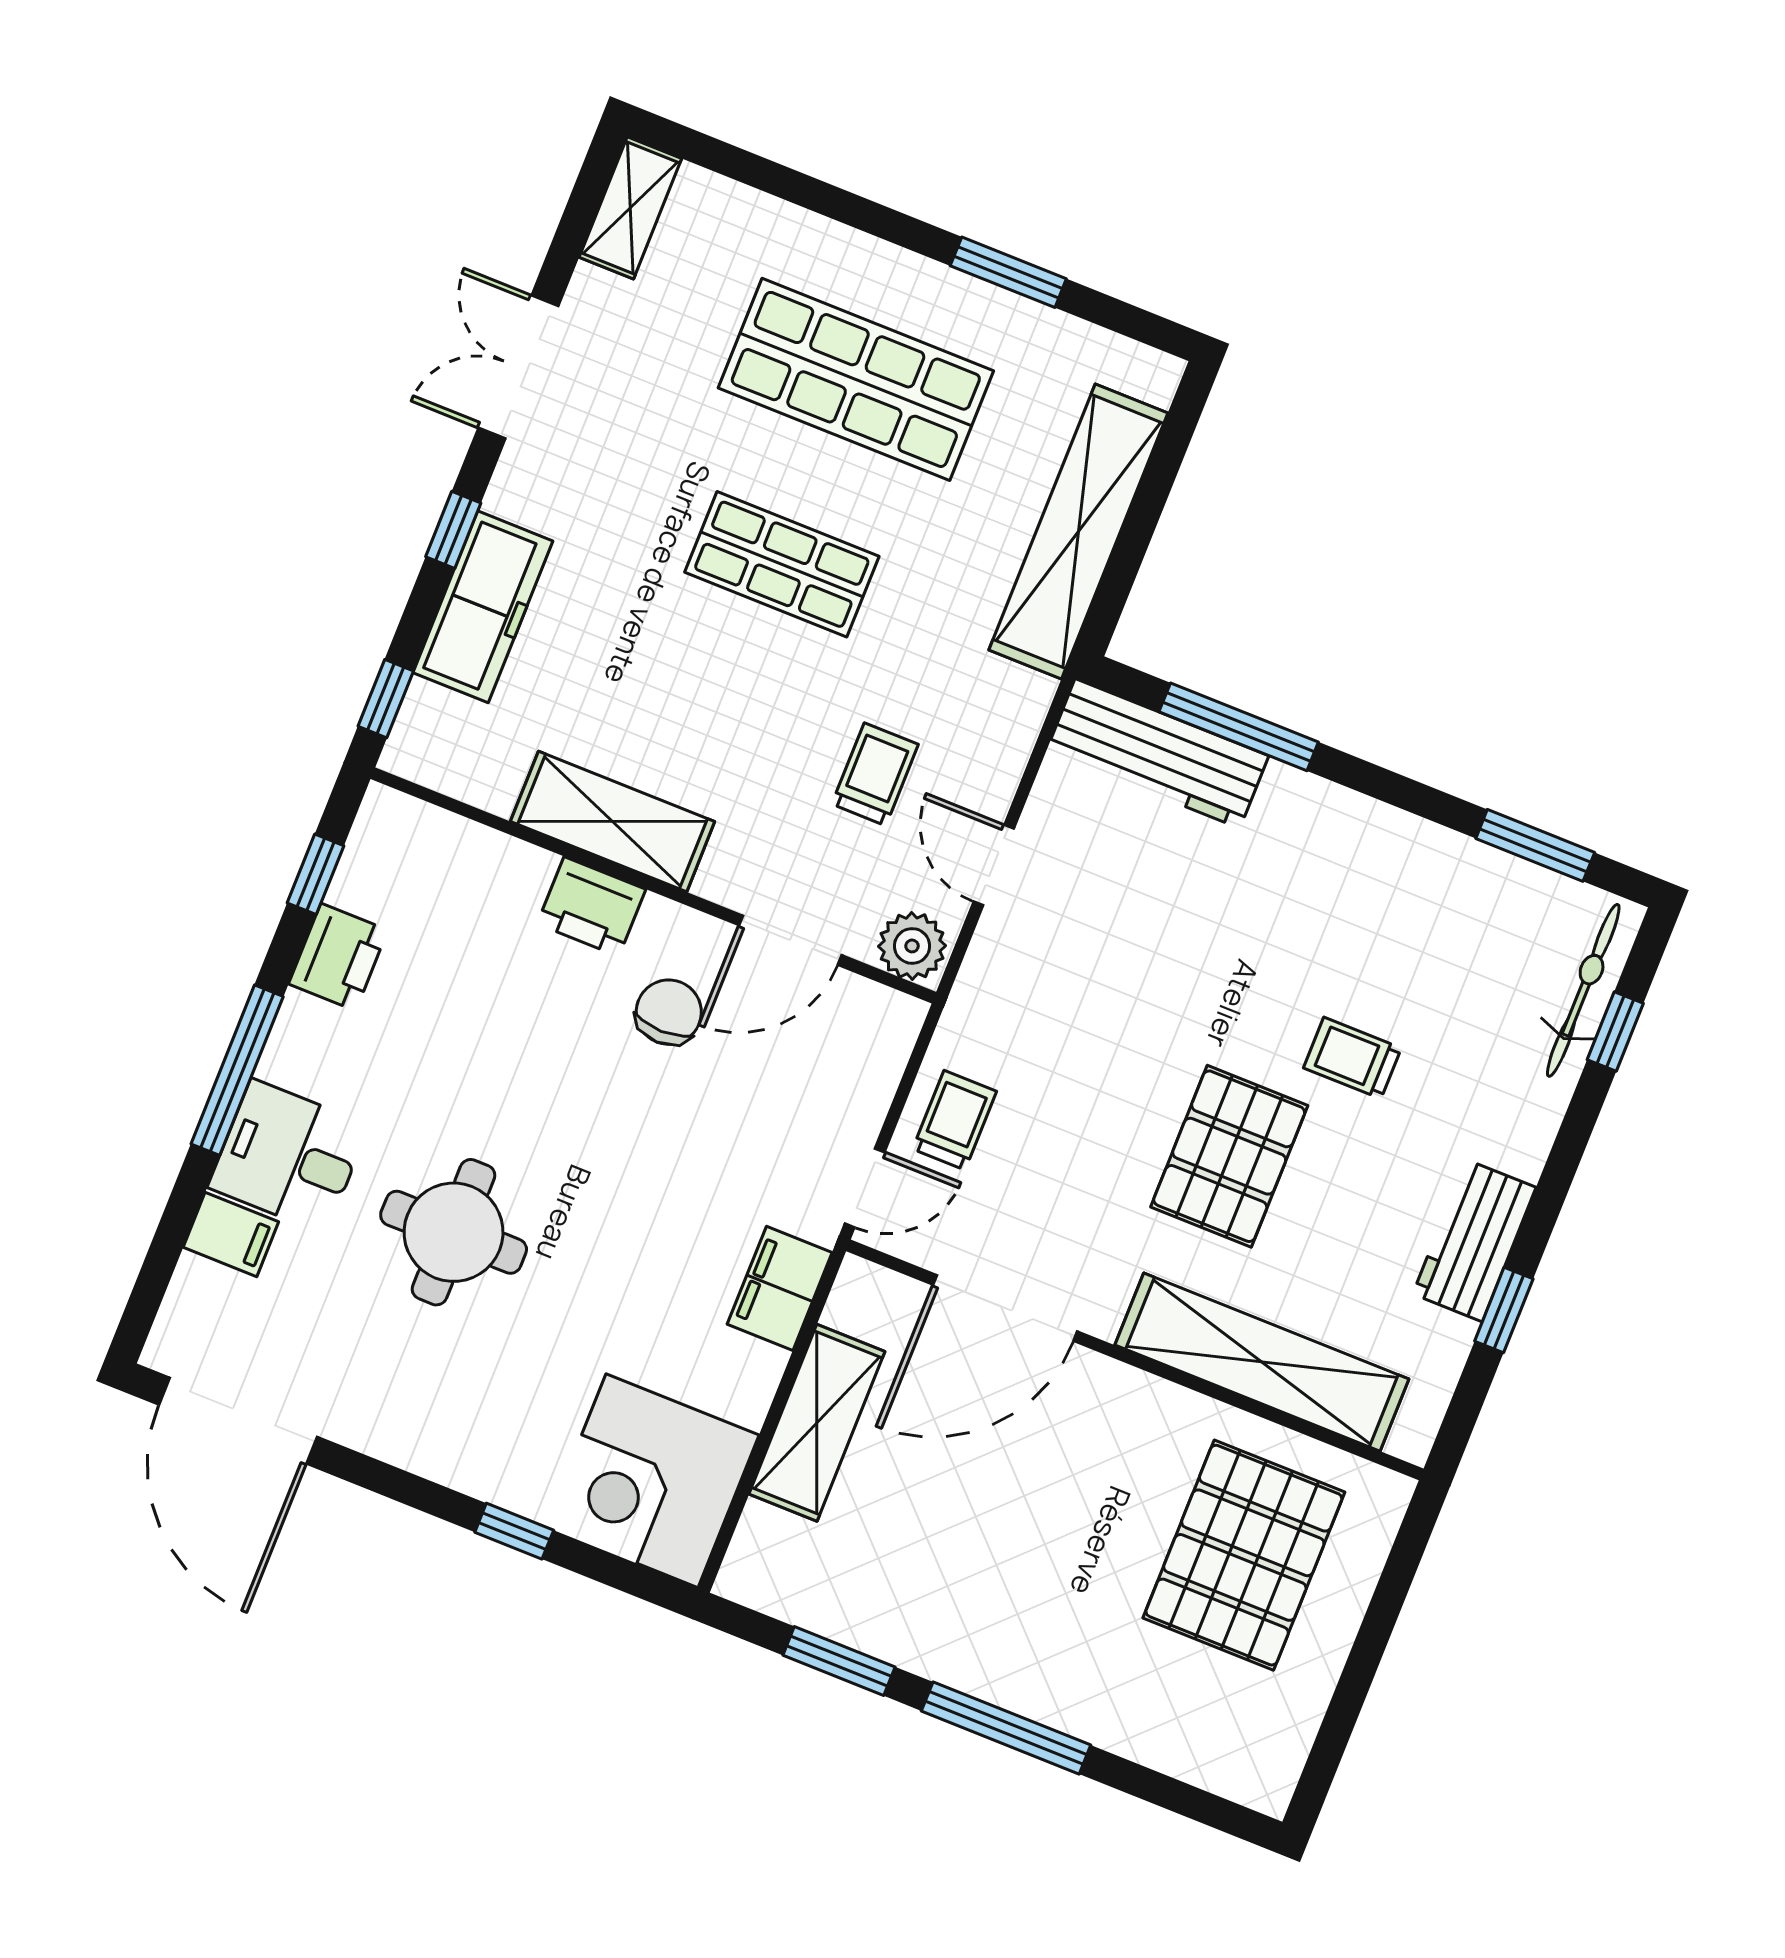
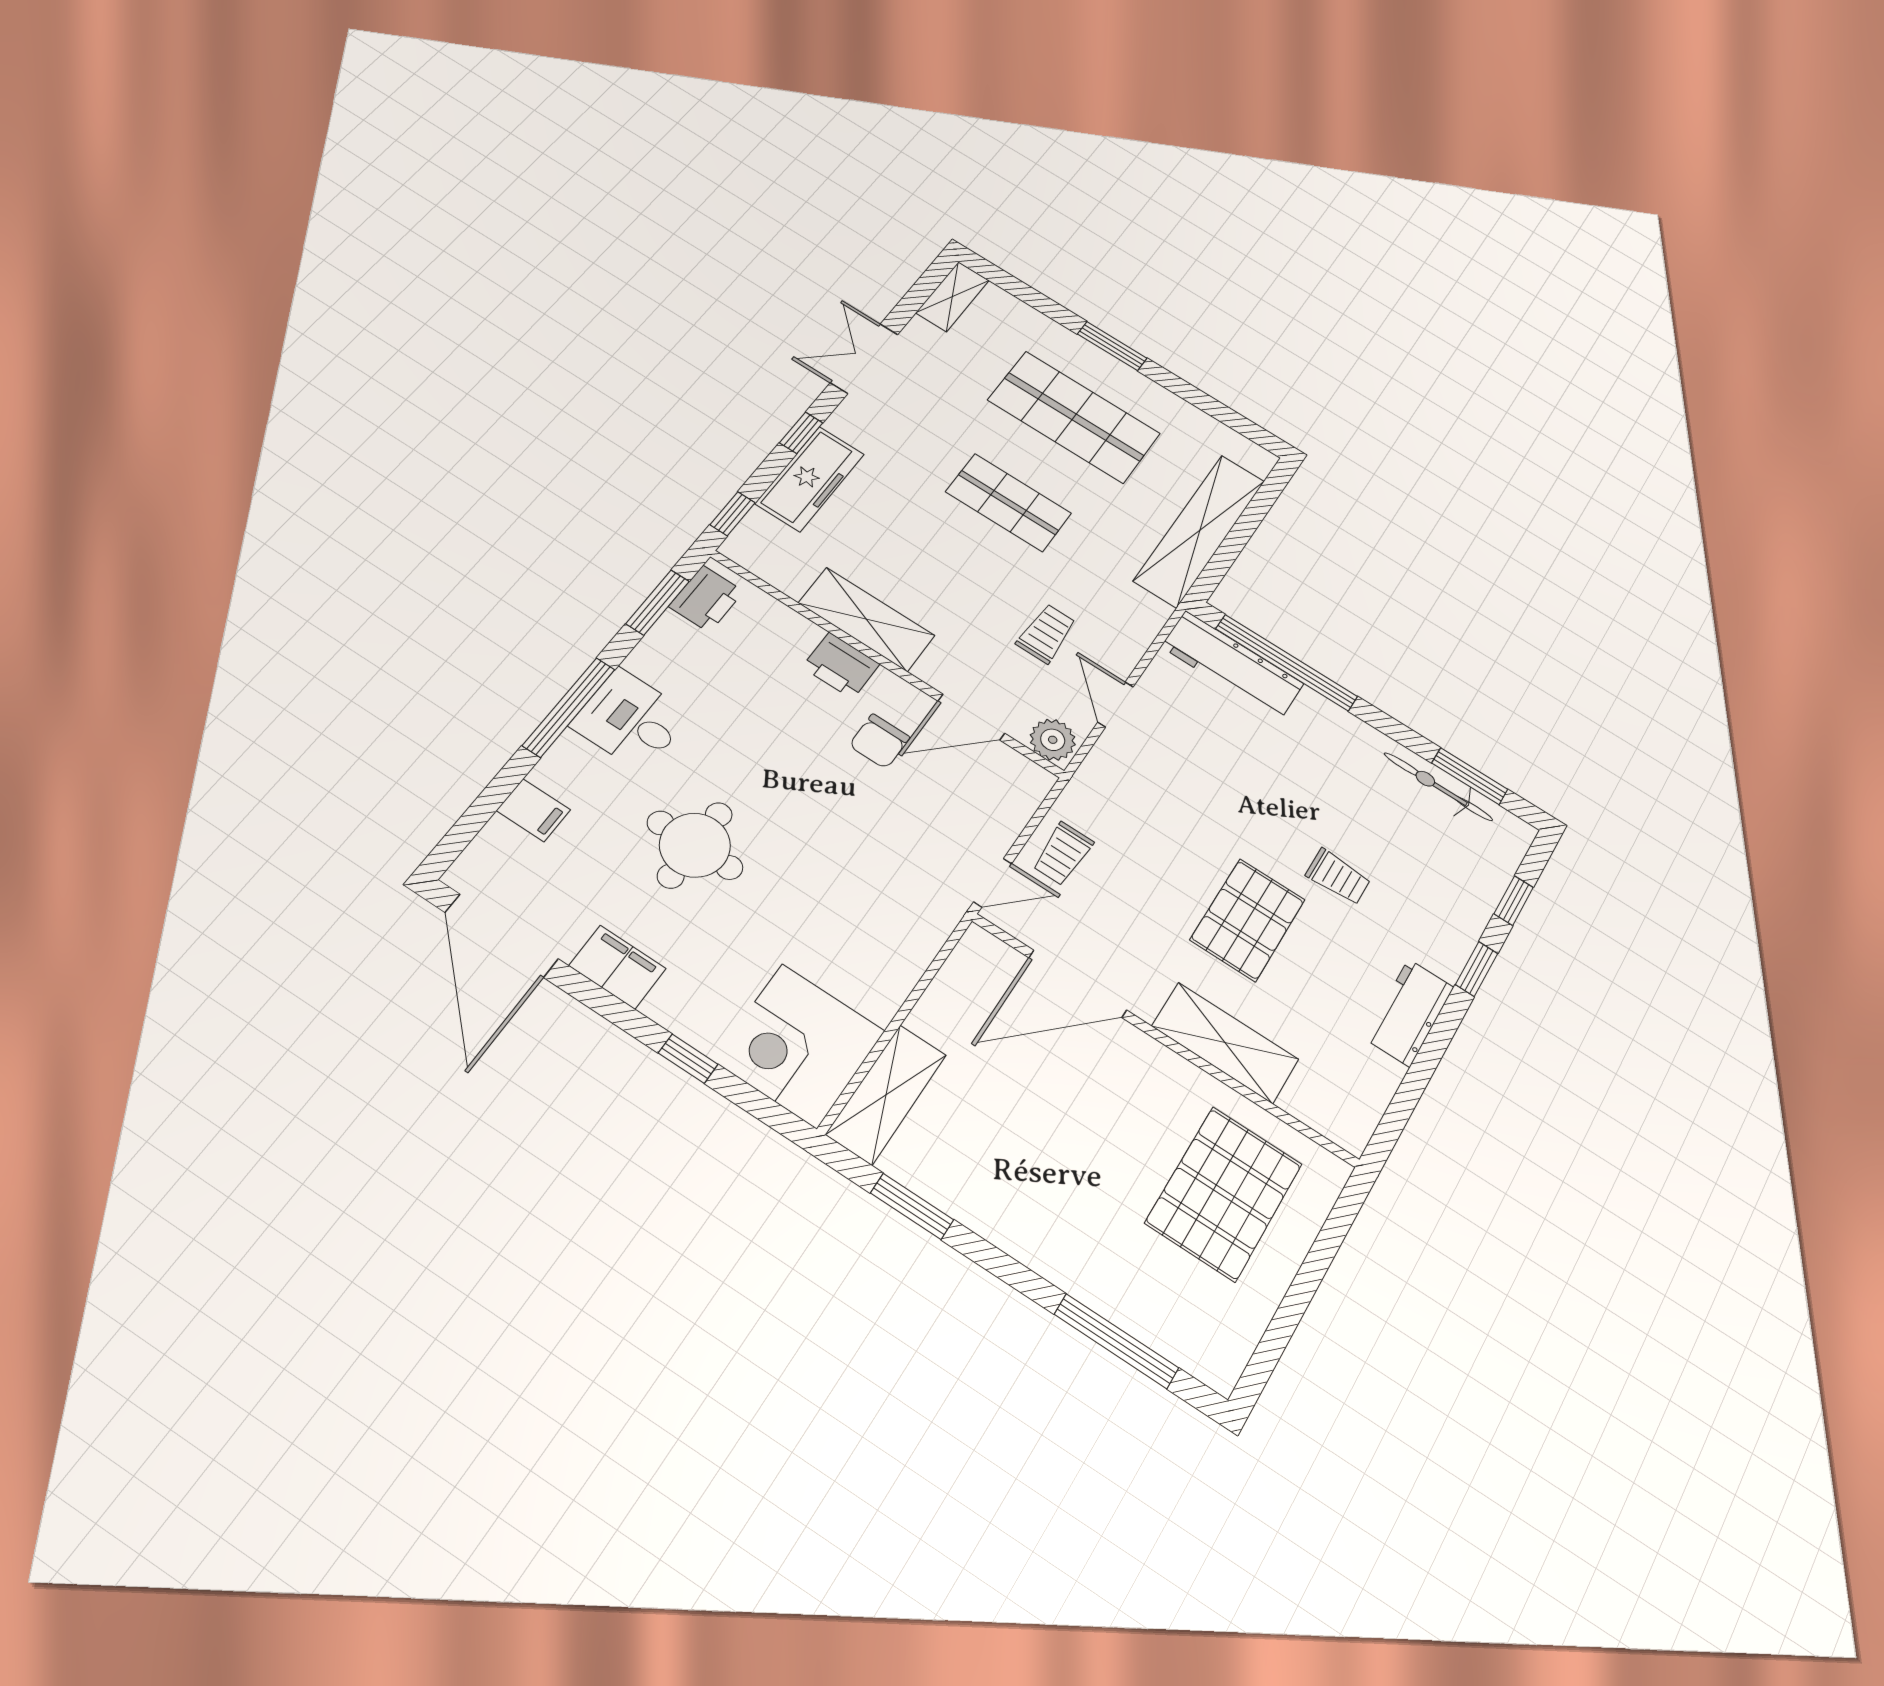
window: (1008, 272) -> (1112, 346), moved
window: (1239, 727) -> (1286, 663), width x1.46
window: (316, 874) -> (658, 602), width x1.50
printer: (338, 957) -> (706, 599), moved
bicycle: (1583, 990) -> (1438, 787), moved, turned -90
chair: (669, 1012) -> (879, 741), turned 180
trolley: (1352, 1058) -> (1338, 877), turned 180
trolley: (955, 1120) -> (1063, 854), turned 180
desk: (289, 1156) -> (631, 720), moved
filing cabinet: (780, 1288) -> (617, 967), moved, turned 90
window: (1504, 1310) -> (1477, 969), moved
shelving: (1262, 1362) -> (1225, 1043), width x0.68
shelving: (817, 1423) -> (886, 1094), moved
window: (1006, 1728) -> (1116, 1341), moved

